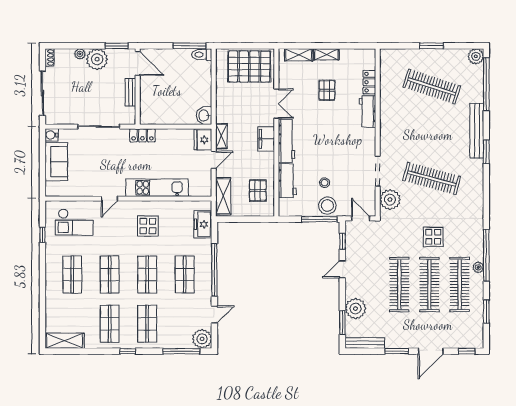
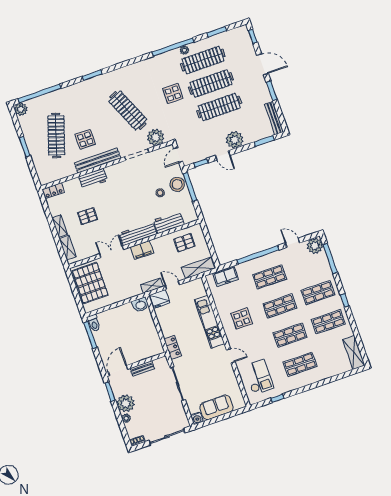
locker: (369, 82) -> (53, 191), moved
display table: (416, 118) -> (85, 139), added
bench: (477, 131) -> (97, 160), moved
clothes rail: (432, 179) -> (128, 110), turned -39
plant: (355, 309) -> (235, 140), moved

